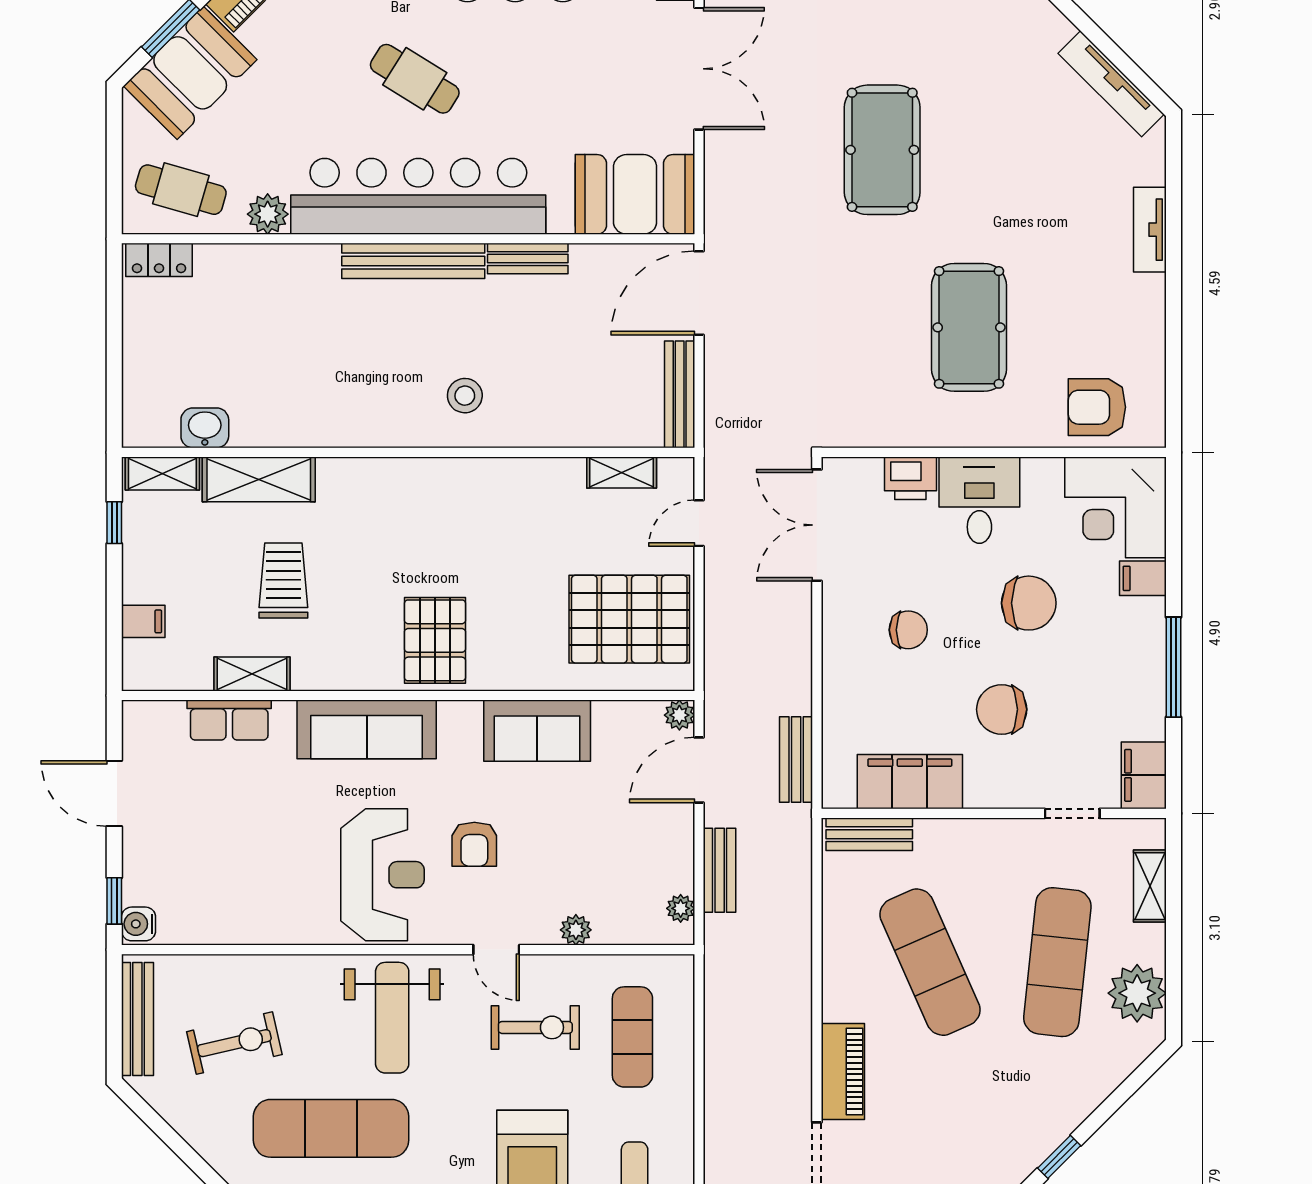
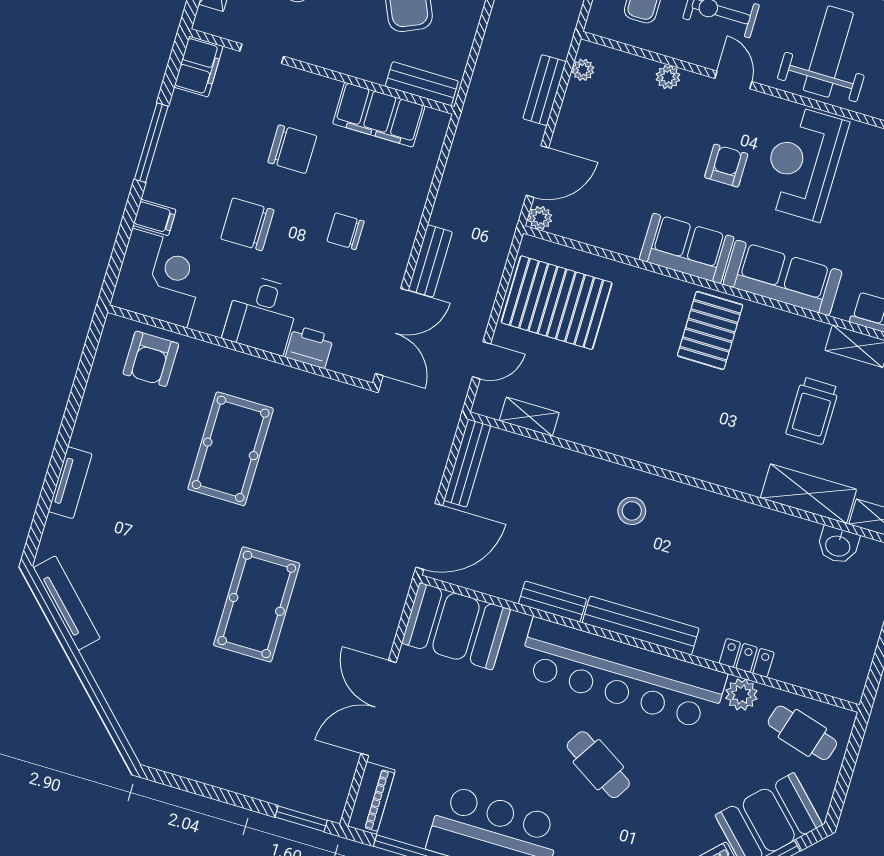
locker: (159, 260) -> (747, 658), moved
armchair: (1097, 407) -> (151, 359), turned 90
sofa: (537, 731) -> (687, 248), moved
bench: (796, 760) -> (430, 261), moved

